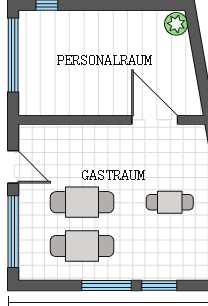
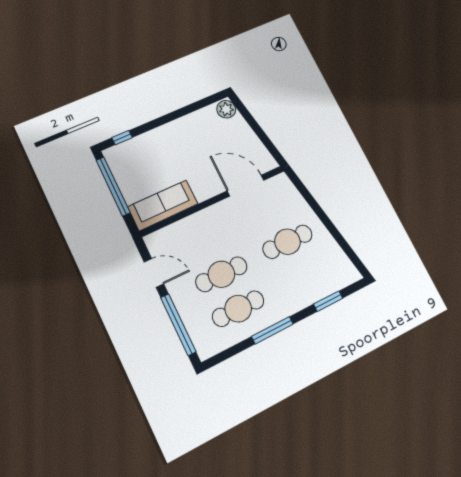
sofa: (56, 100) -> (163, 205), added
cafe table: (170, 202) -> (287, 242), width x1.37, depth x1.35
window: (159, 286) -> (328, 301), moved

